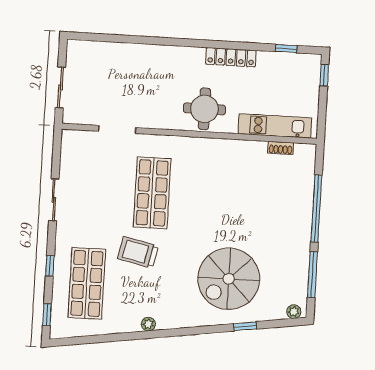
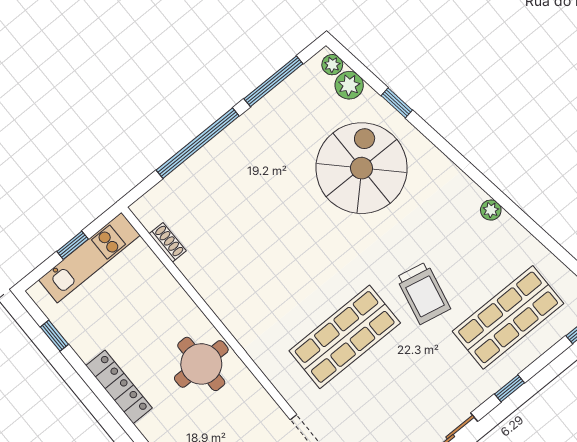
window: (324, 75) -> (73, 245), moved
kitchen unit: (275, 126) -> (89, 258), moved, turned -90
window: (50, 266) -> (510, 388), moved
spiral stairs: (229, 279) -> (362, 168), turned -90
plant: (276, 311) -> (349, 85), added

